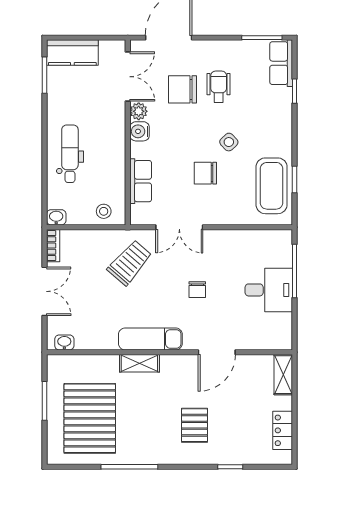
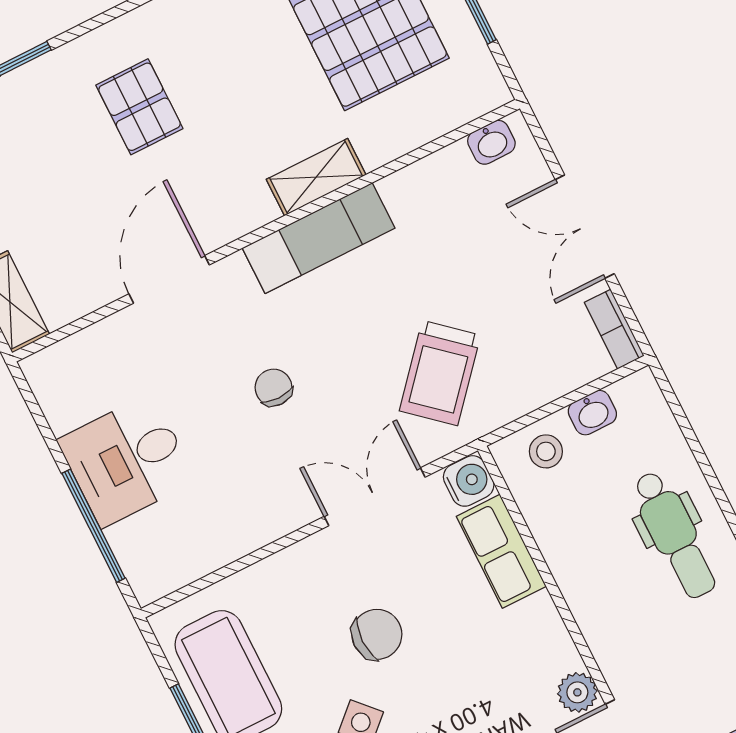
water cooler: (140, 131) -> (469, 481), moved
washbasin: (56, 217) -> (592, 413), moved

